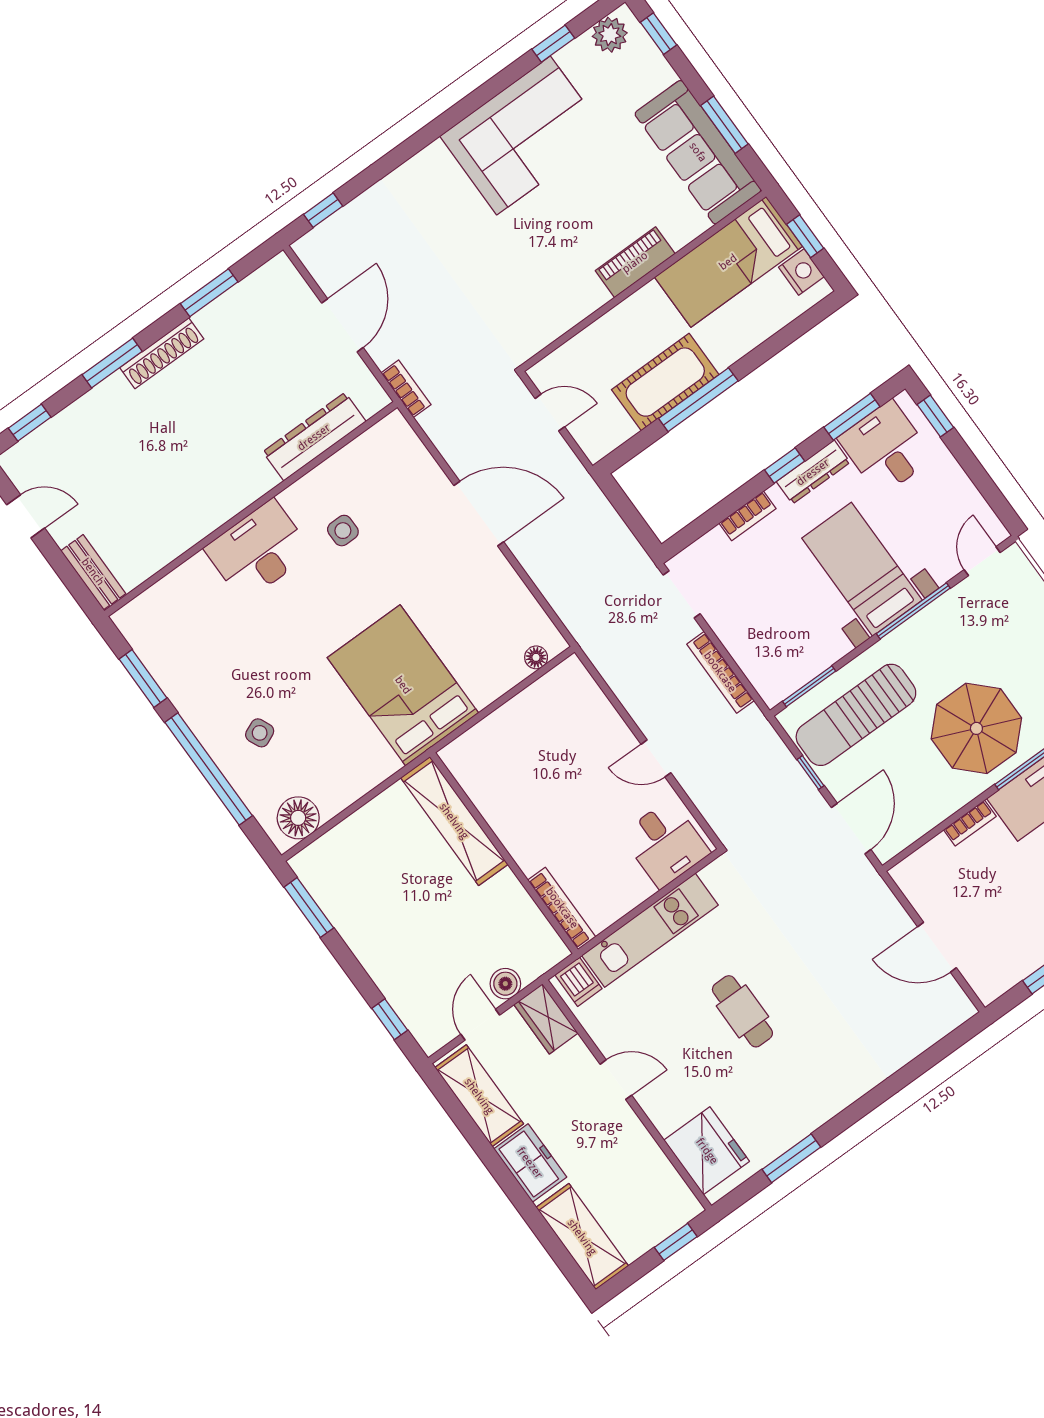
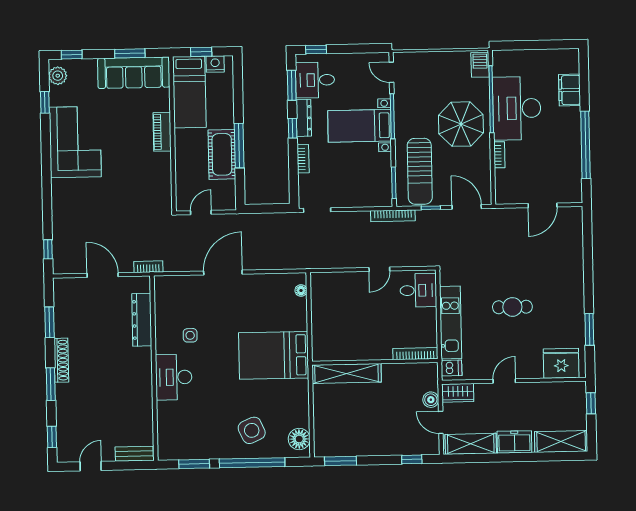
bookcase: (720, 672) -> (393, 216), moved
side table: (260, 733) -> (252, 430), width x1.87, depth x1.87

